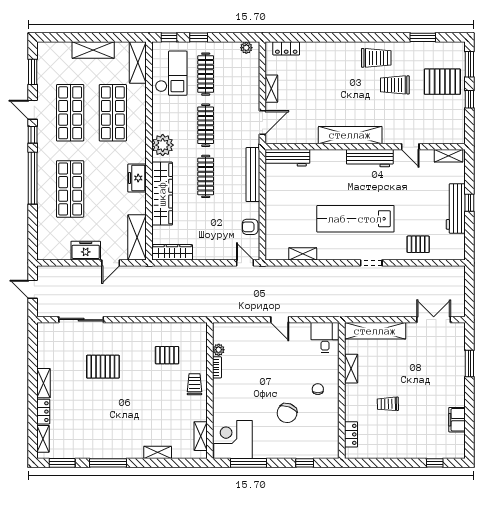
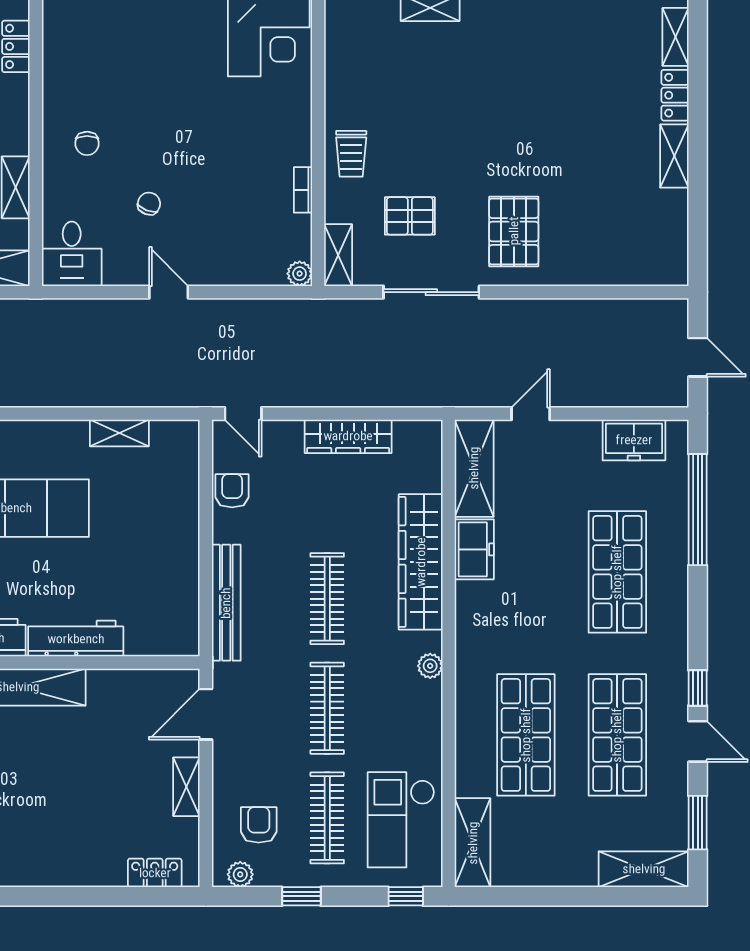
window: (199, 37) -> (301, 896), moved
shelving: (93, 50) -> (644, 869), moved
armchair: (238, 71) -> (259, 825), added
plant: (163, 145) -> (430, 666), width x0.53, depth x0.53
workbench: (287, 158) -> (76, 639), moved
window: (33, 178) -> (698, 510), moved
freezer: (137, 178) -> (474, 549), moved
armchair: (250, 227) -> (232, 491), turned -90
freezer: (86, 251) -> (634, 440), moved
wardrobe: (172, 252) -> (348, 436), moved
sliding door: (81, 320) -> (431, 292), moved
plant: (219, 350) -> (300, 274), moved
pallet: (103, 367) -> (514, 231), moved, turned 90
chair: (287, 413) -> (149, 204), moved, width x0.54, depth x0.54
shelving: (201, 436) -> (338, 255), moved

